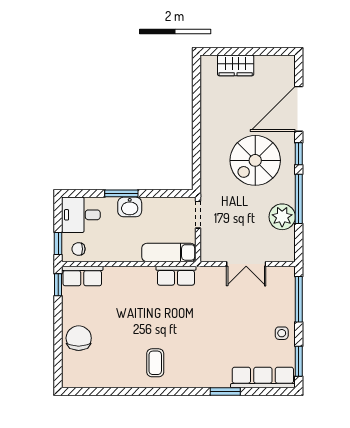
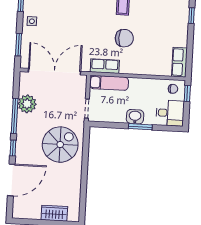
spiral stairs: (255, 160) -> (60, 145), moved
double door: (246, 264) -> (55, 72), width x1.87
row of seats: (82, 276) -> (179, 62), moved, turned -90
window: (58, 285) -> (192, 16), moved
window: (299, 299) -> (19, 45), width x0.69
chair: (79, 338) -> (124, 38), moved, turned -90

